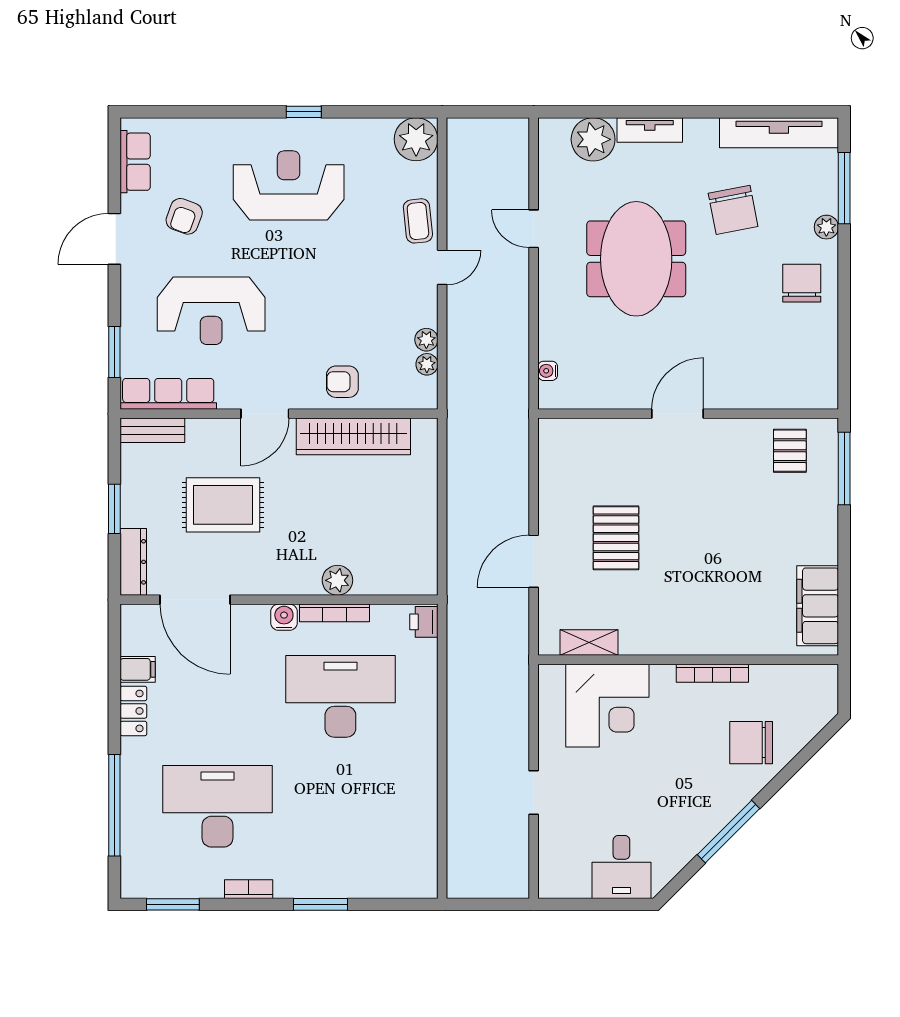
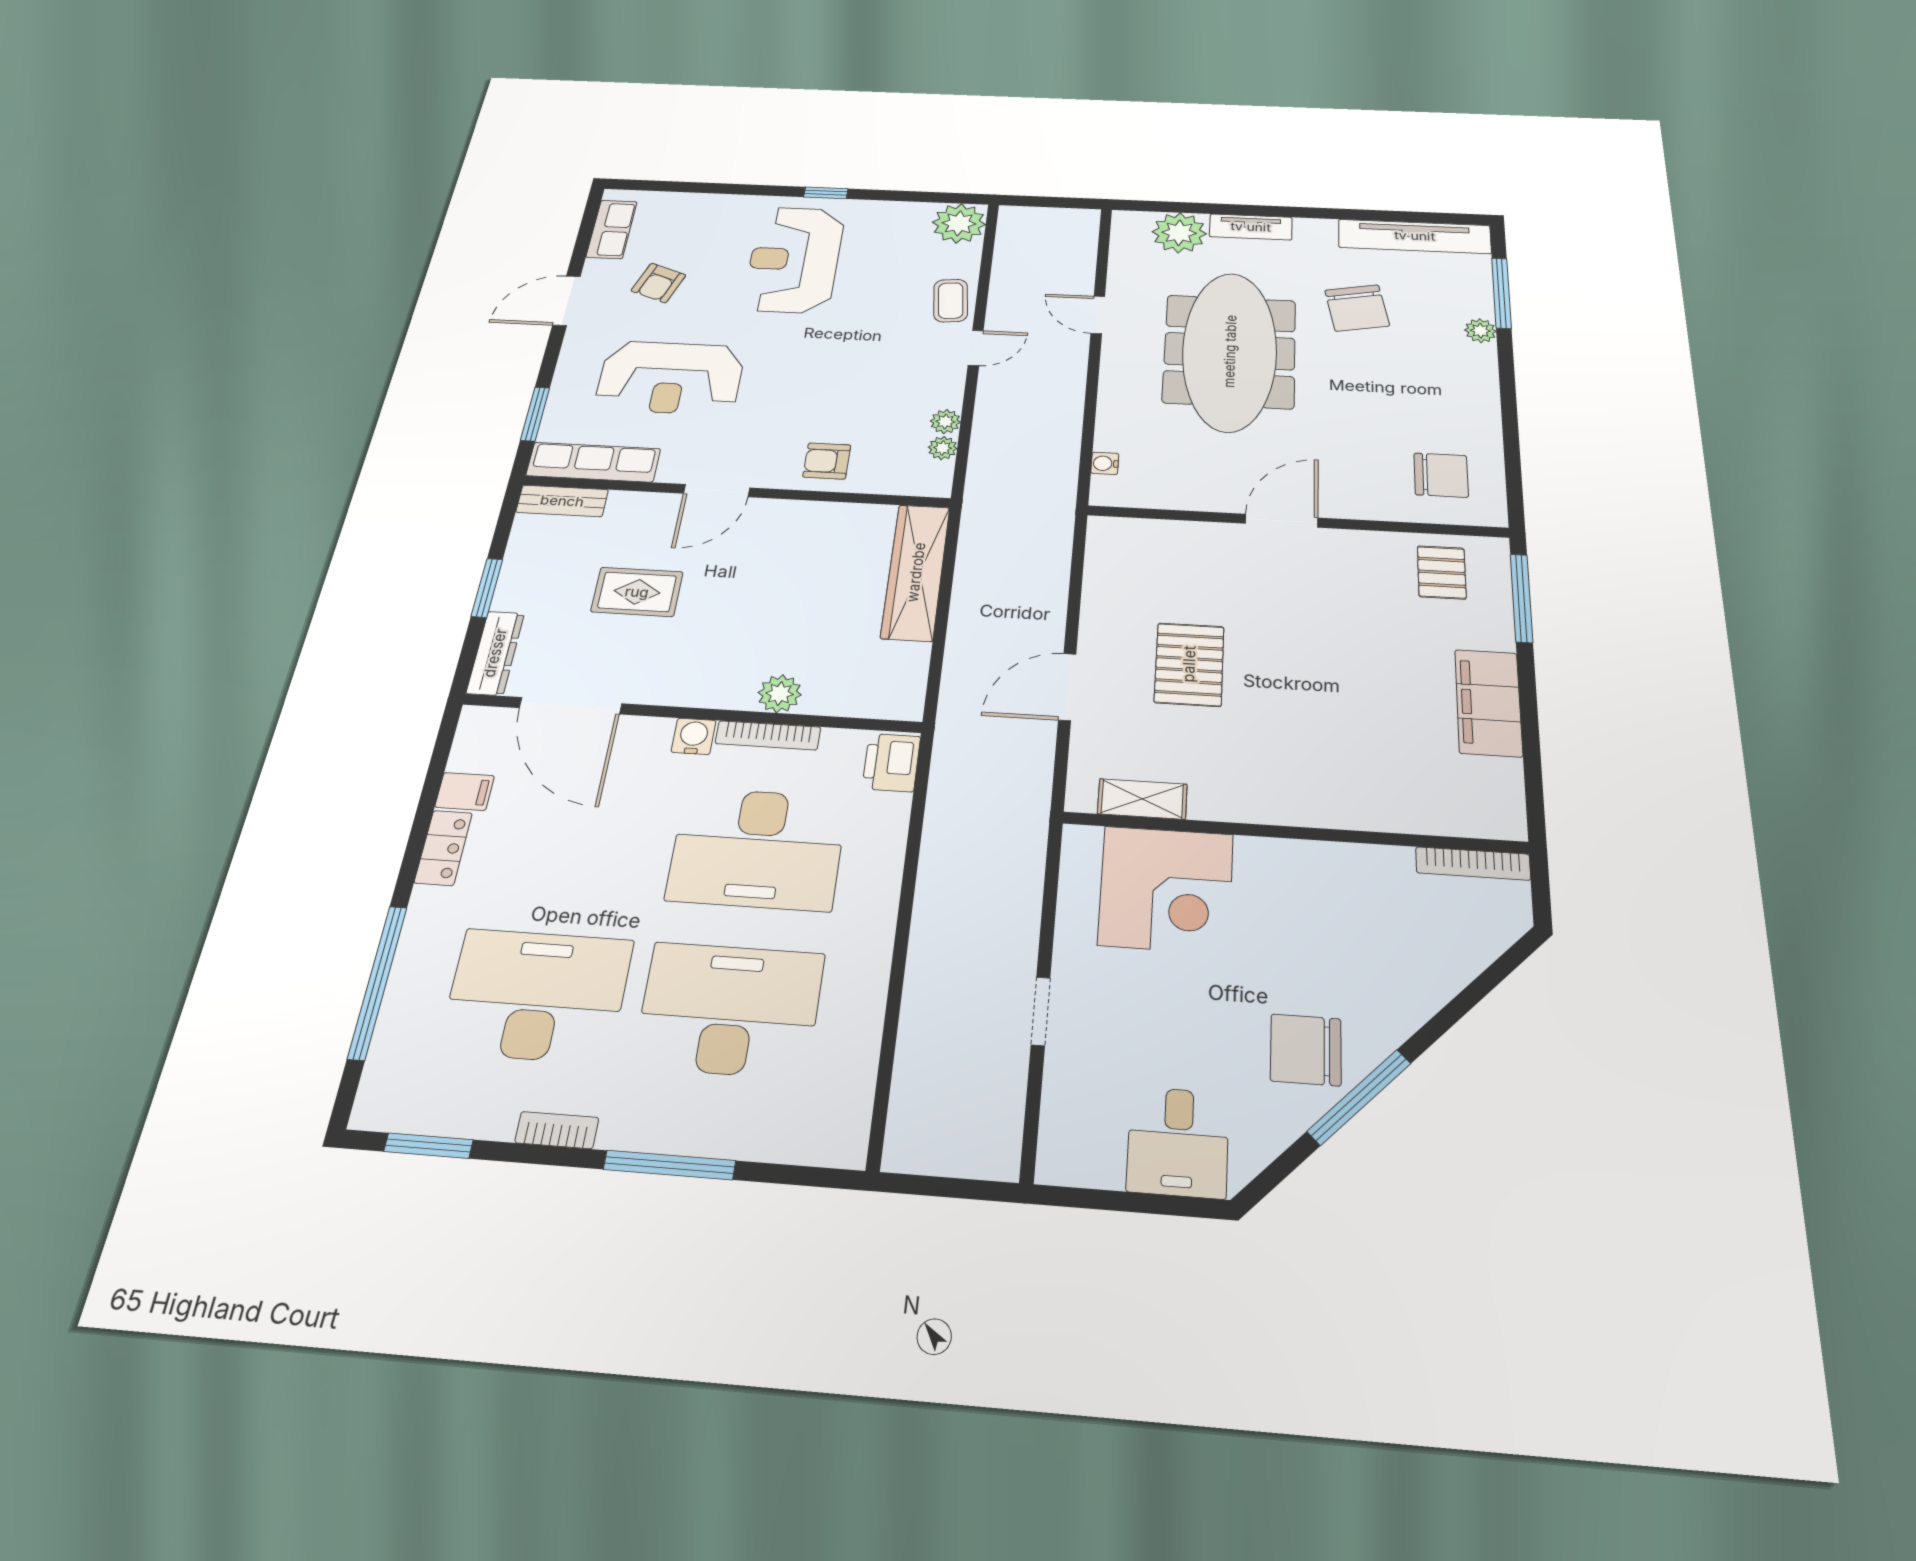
reception desk: (289, 185) -> (794, 259), turned -90
meeting table: (636, 259) -> (1230, 351), width x1.36
chair: (802, 283) -> (1441, 475), moved, turned 90
wardrobe: (353, 436) -> (916, 572), moved, turned 90
rug: (223, 505) -> (637, 592), width x0.73, depth x0.70
filing cabinet: (818, 606) -> (1488, 703), moved
printer: (424, 622) -> (891, 762), width x1.36, depth x1.24
bookcase: (712, 673) -> (1473, 864), moved
desk: (340, 696) -> (757, 849), turned 180
chair: (751, 743) -> (1306, 1050), moved
desk: (340, 806) -> (729, 1010), added
window: (321, 904) -> (669, 1165), width x1.44

